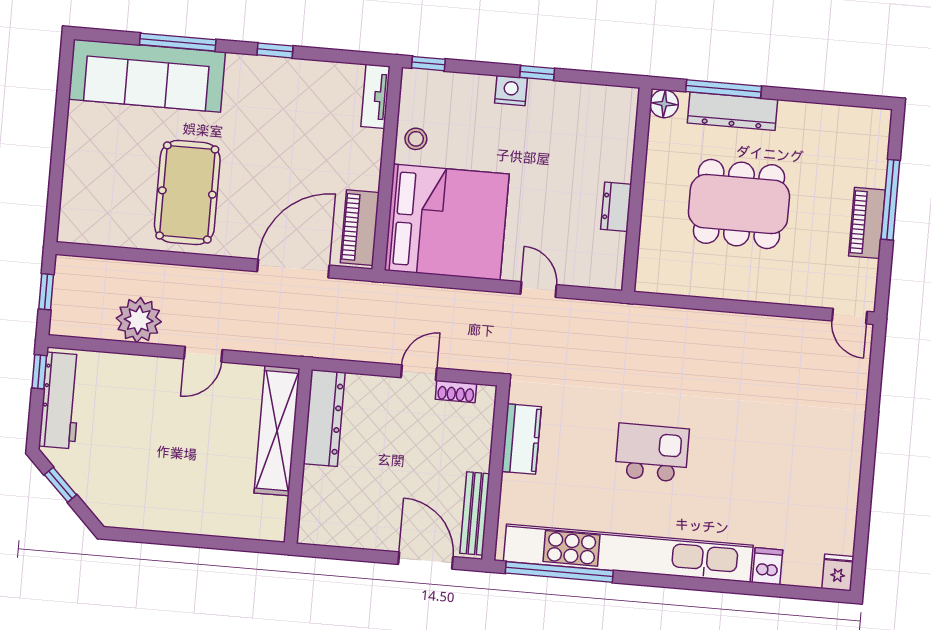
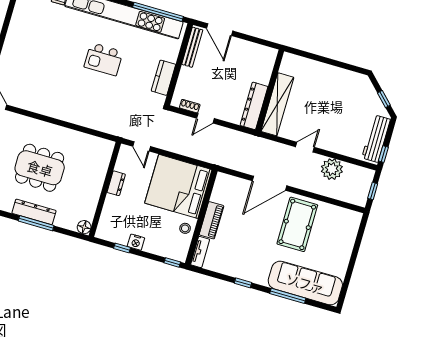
floor lamp: (664, 104) -> (84, 227), moved
wall: (637, 190) -> (105, 189), moved
dresser: (616, 207) -> (116, 183), moved
piano: (360, 228) -> (211, 220), moved
door: (293, 268) -> (270, 183), moved

